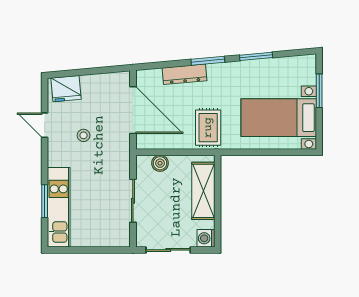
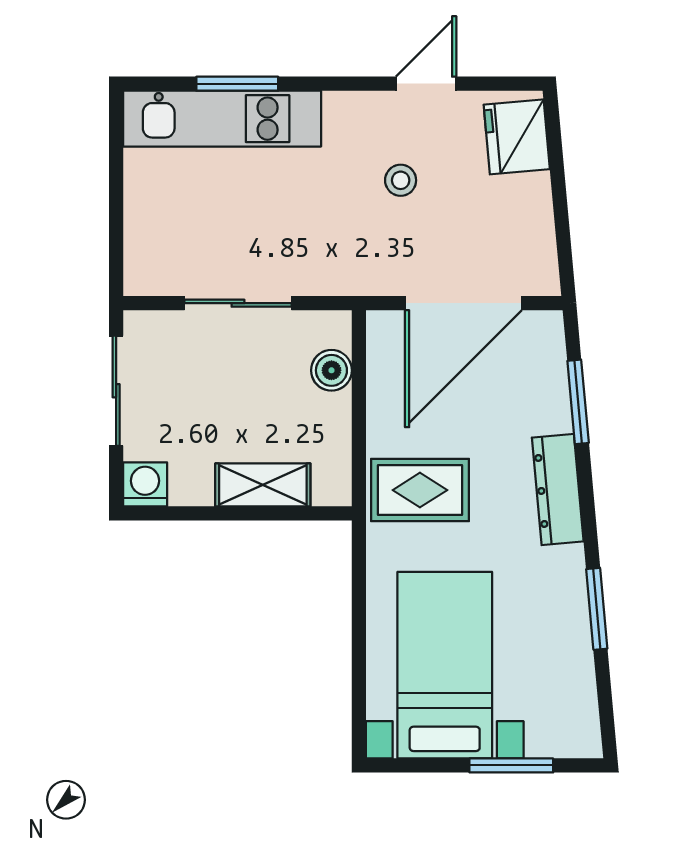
window: (208, 61) -> (578, 402), moved
dresser: (184, 74) -> (558, 489), moved
shelving: (203, 191) -> (263, 485), width x0.67, depth x0.75

